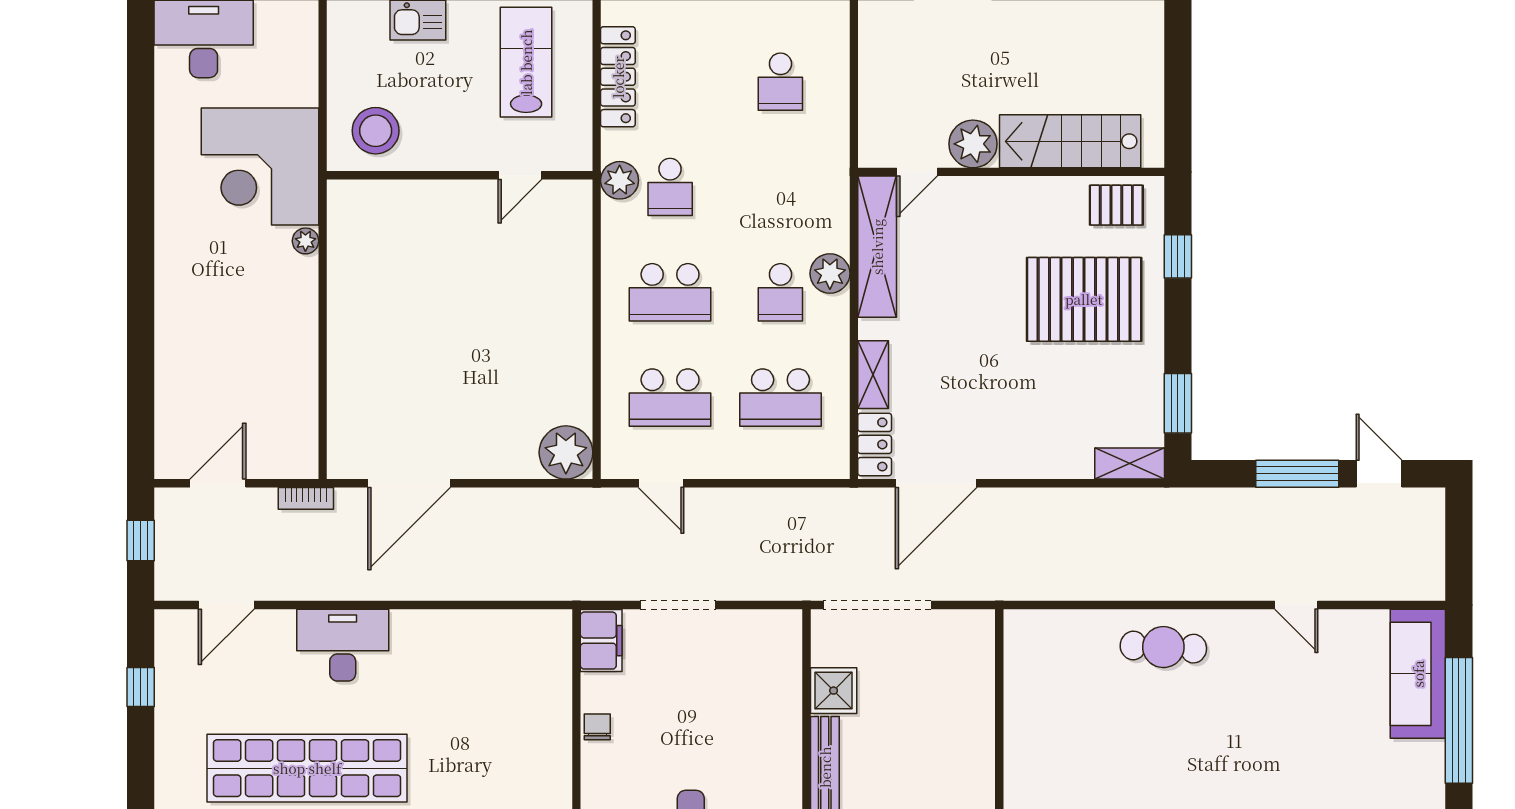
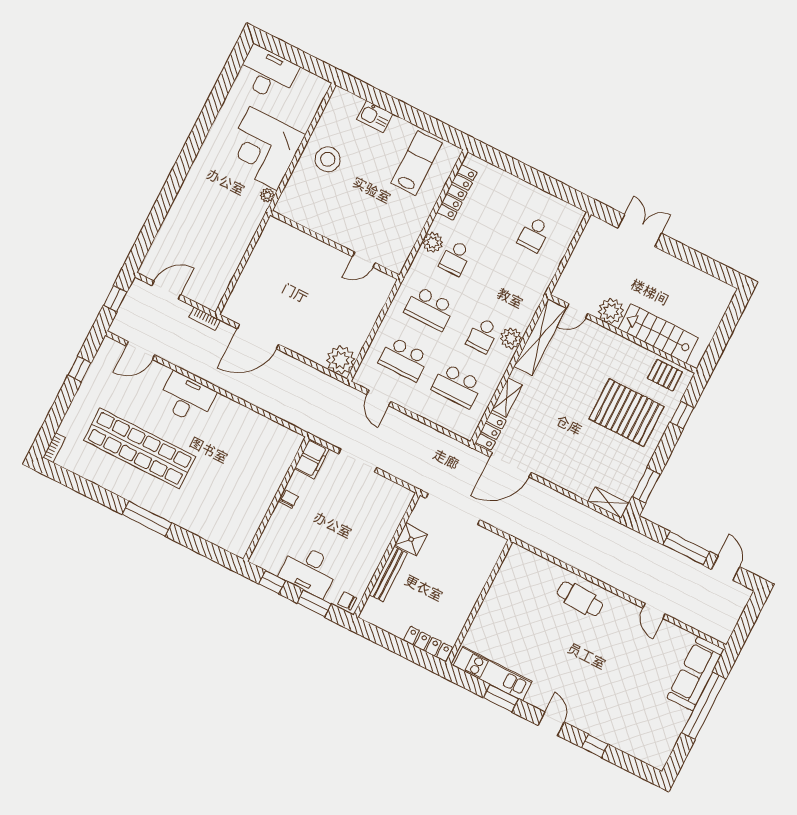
wall: (460, 175) -> (335, 245), moved
door: (520, 175) -> (364, 260), moved

